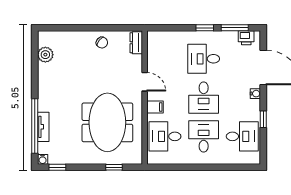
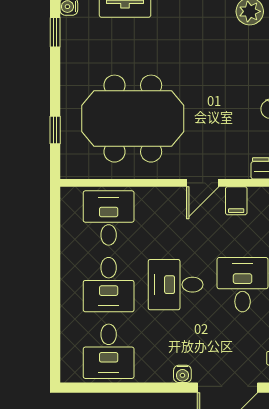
filing cabinet: (155, 107) -> (236, 201), moved
window: (263, 119) -> (138, 388), removed
desk: (204, 136) -> (109, 285), turned 90

